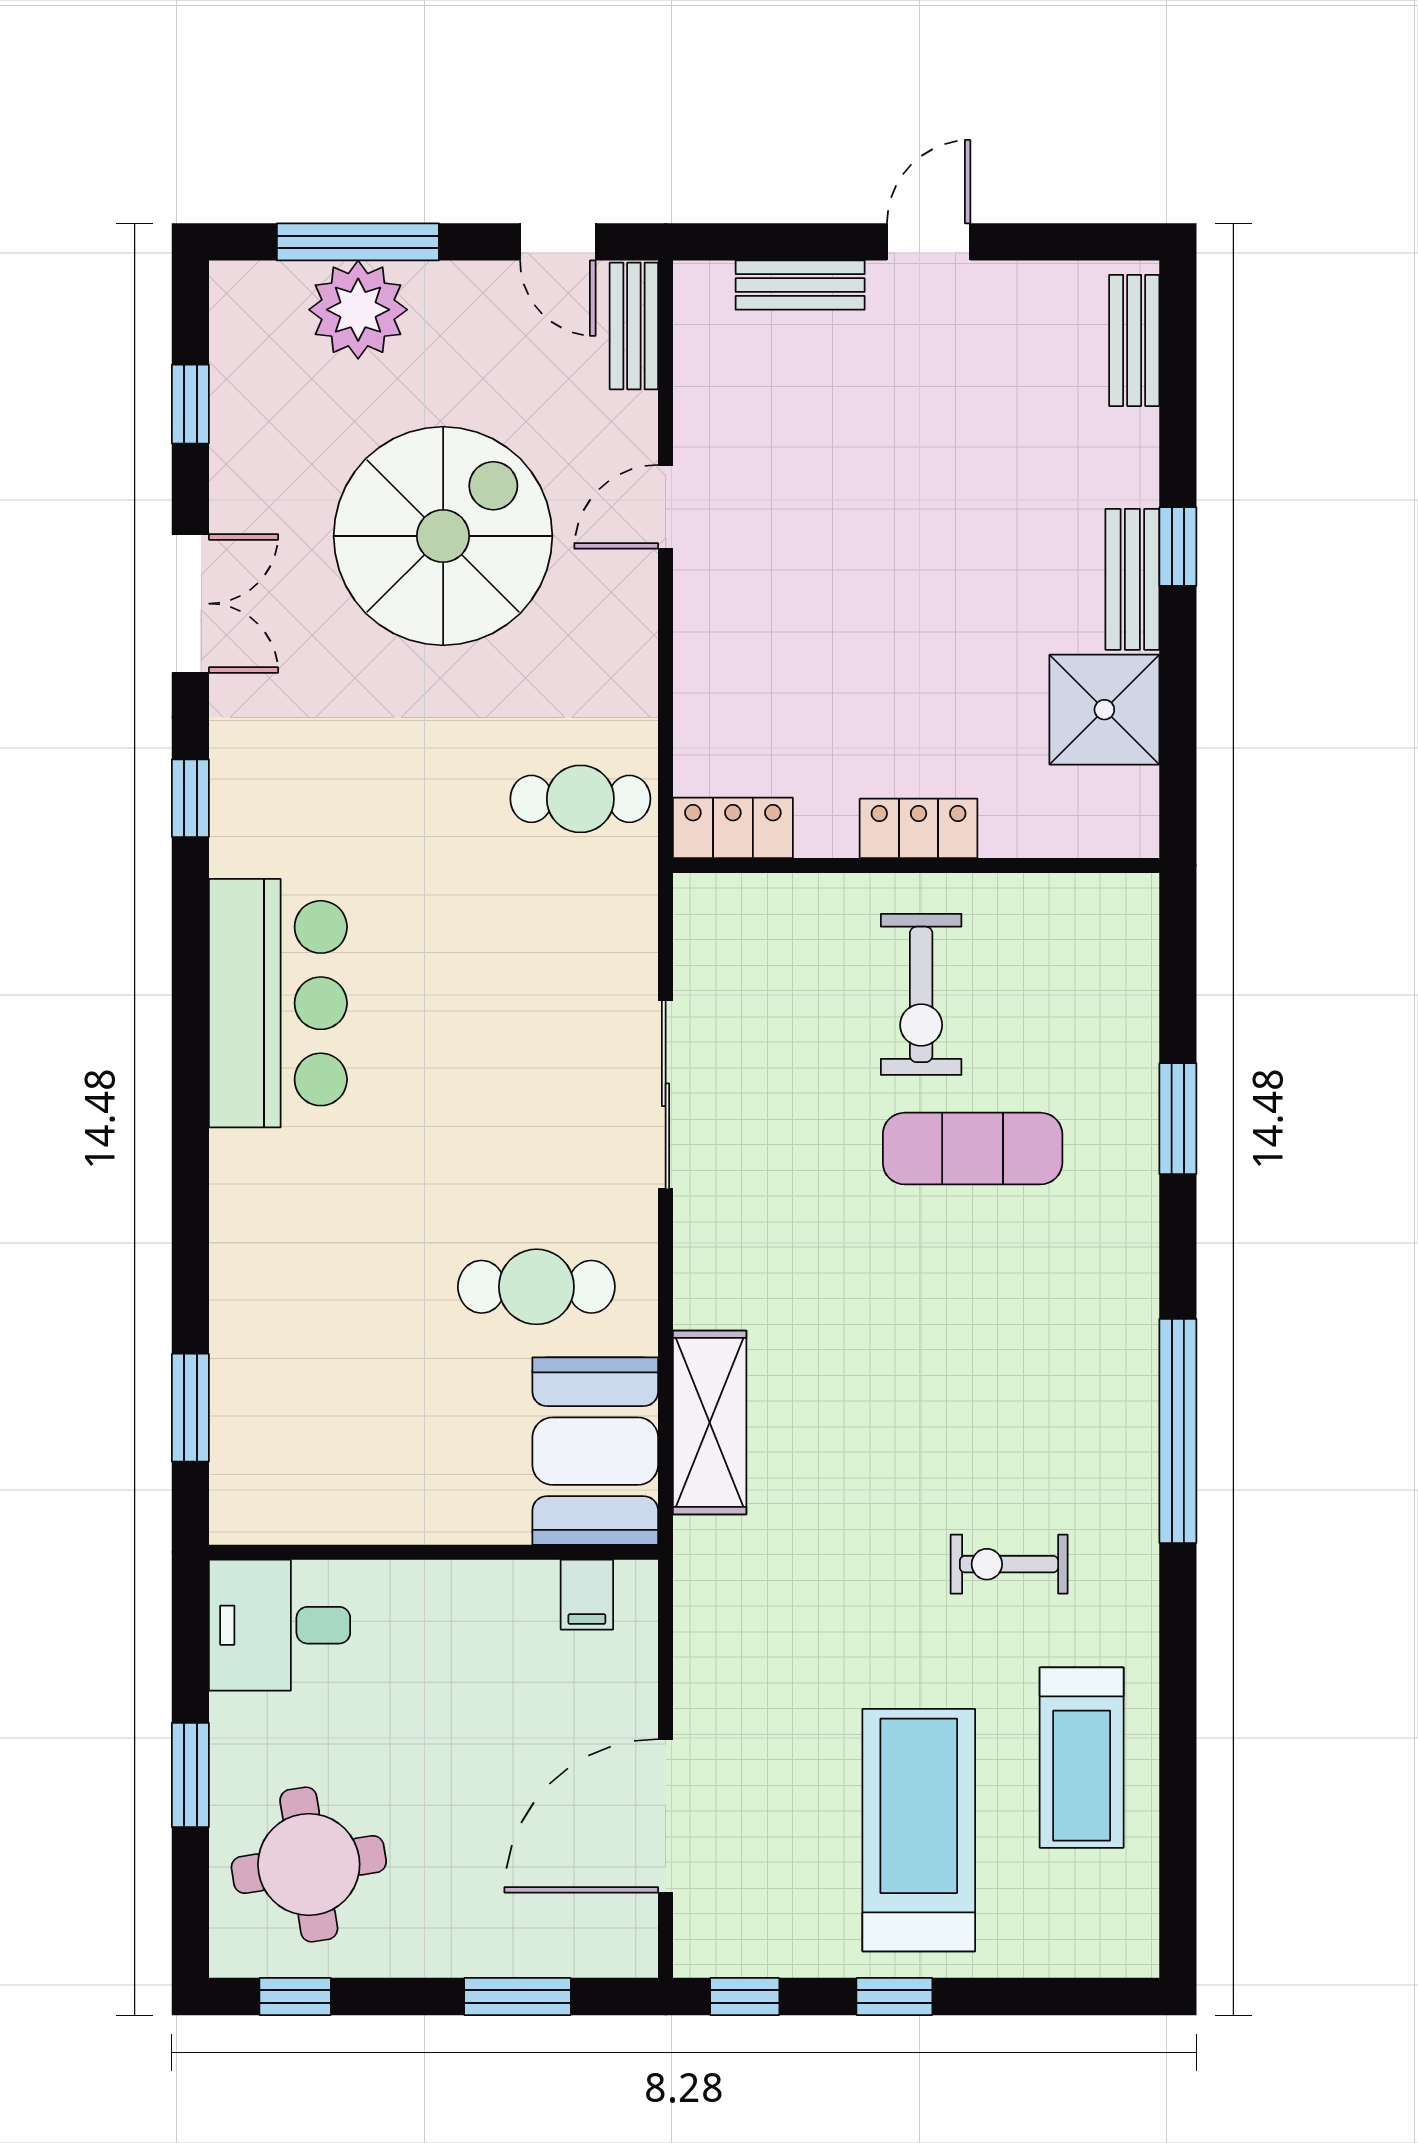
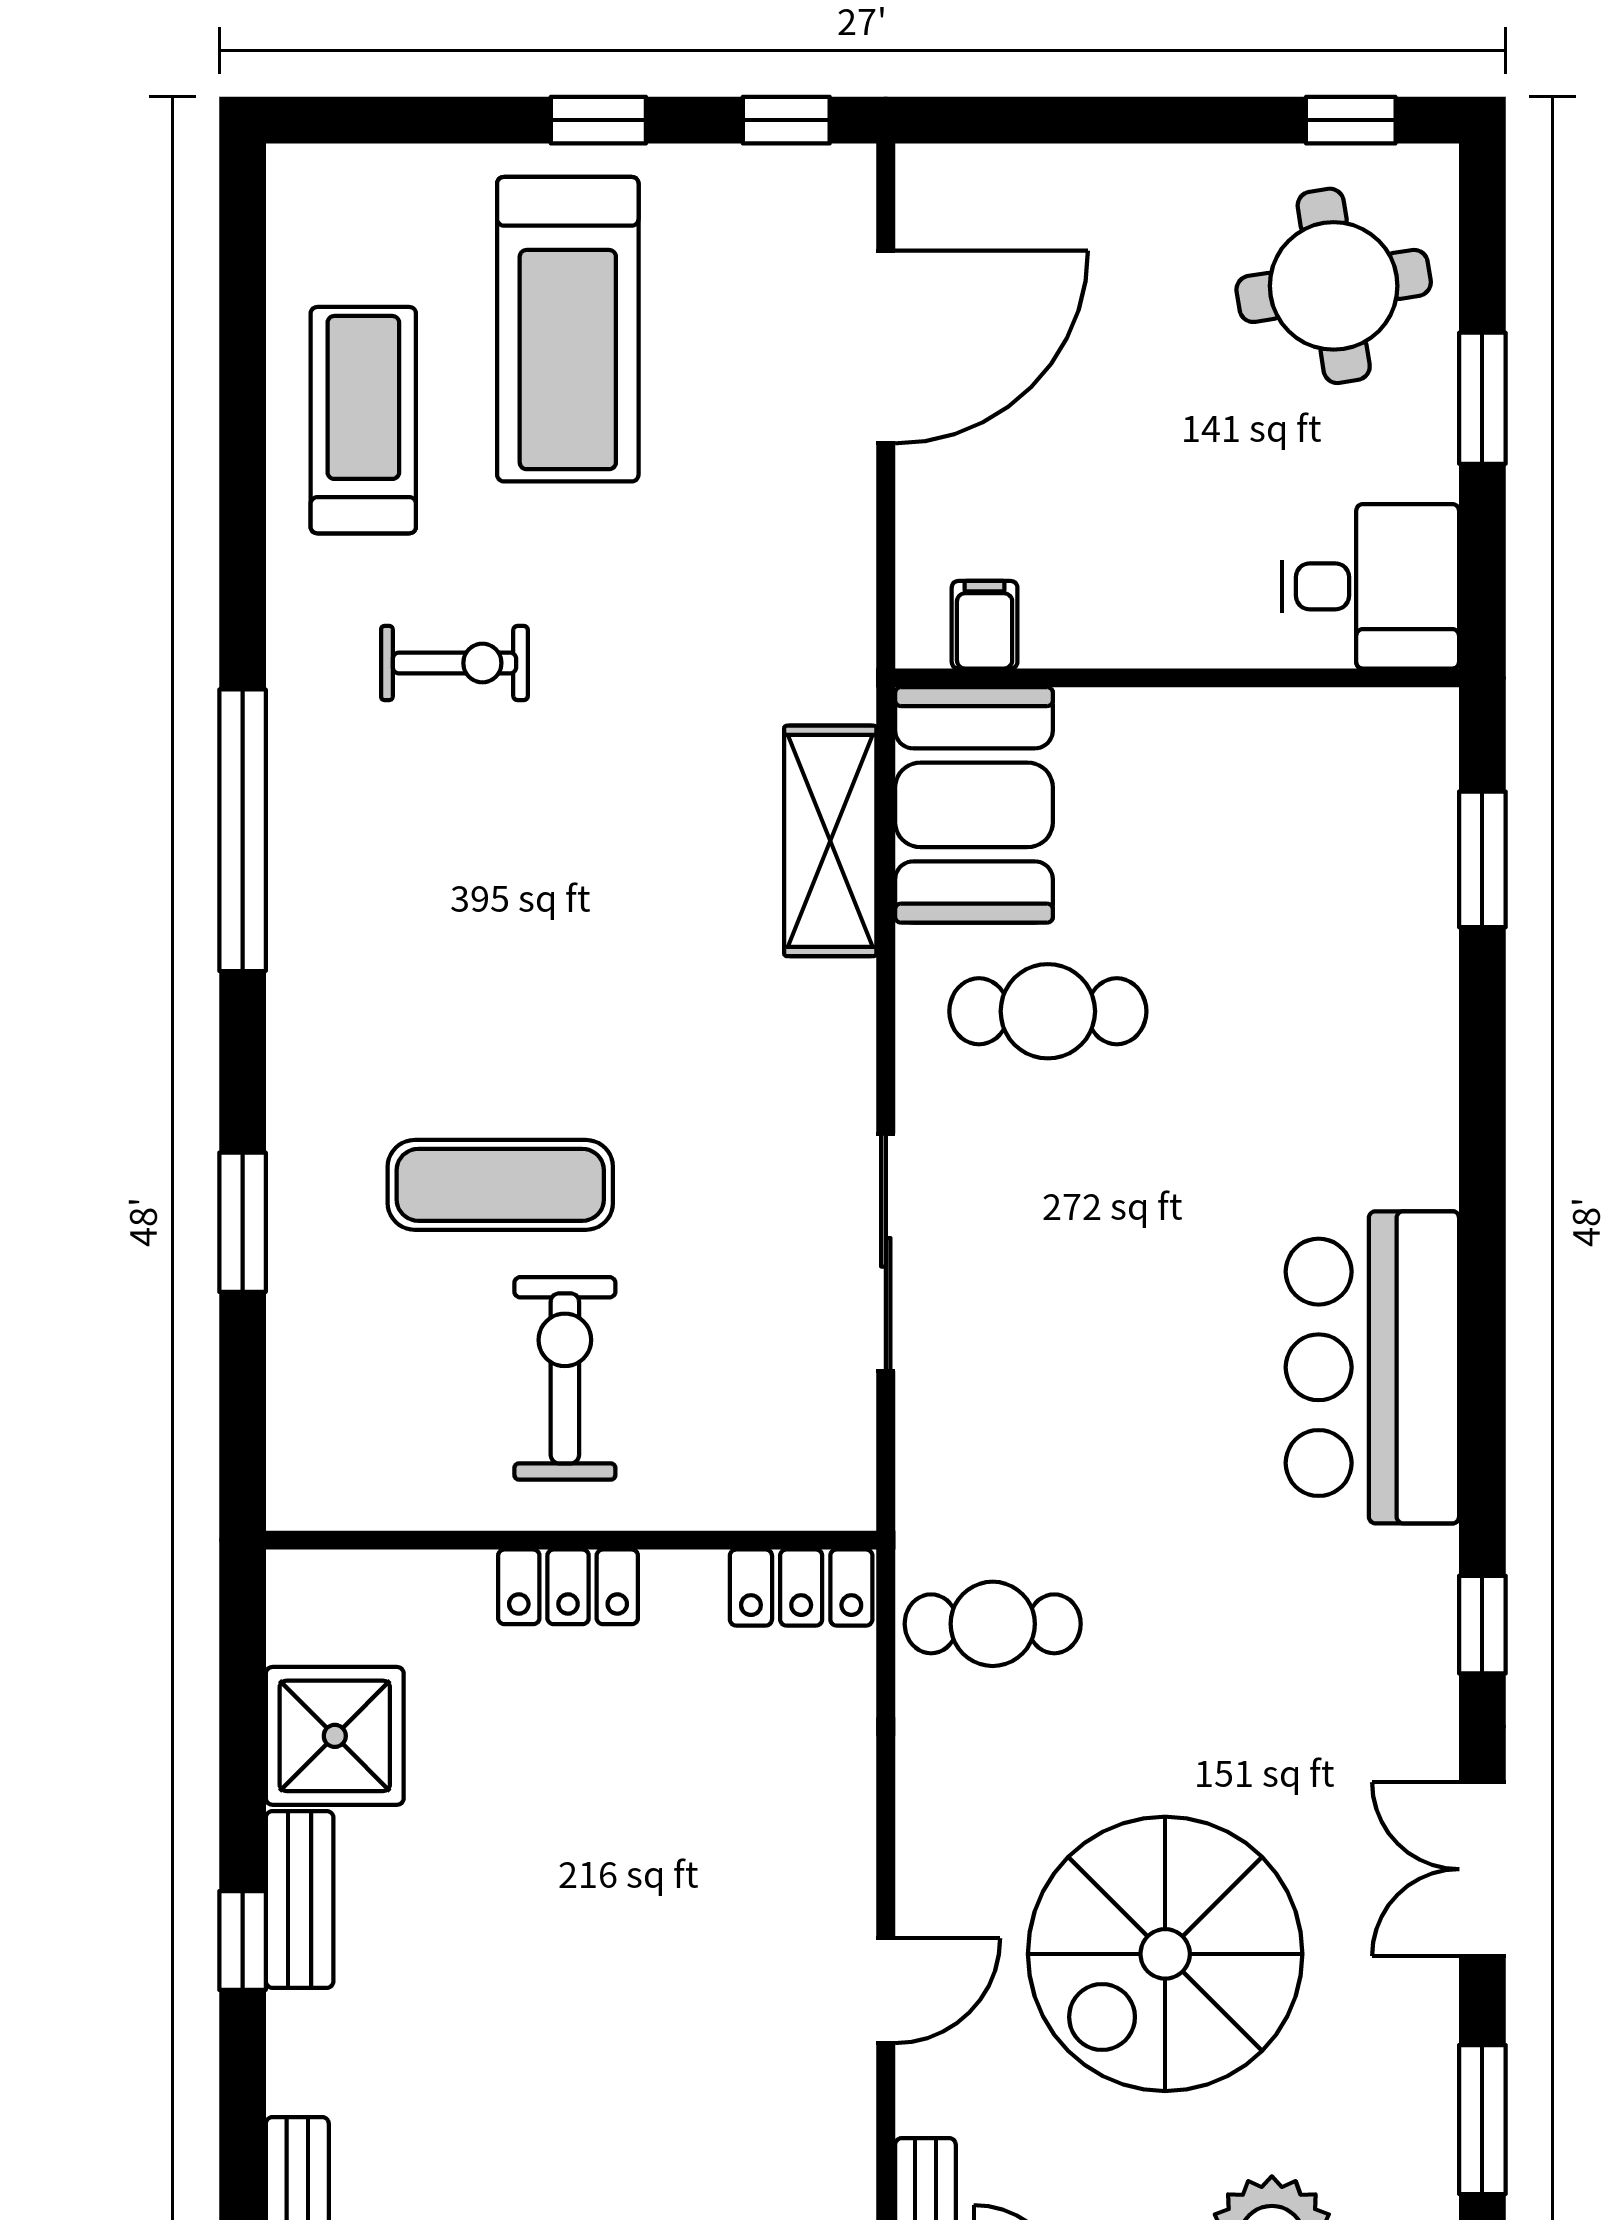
window: (190, 404) -> (1482, 2120), width x1.50
window: (518, 1997) -> (1072, 120), removed

